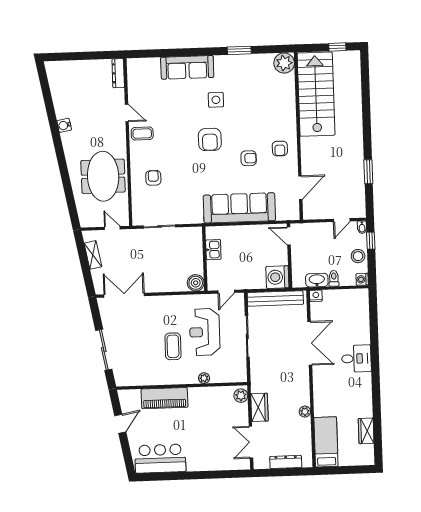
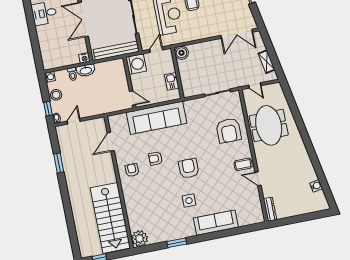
water cooler: (64, 125) -> (316, 186), moved
armchair: (153, 178) -> (229, 131), width x1.88, depth x1.88
door: (289, 236) -> (132, 98), moved
wall: (289, 256) -> (129, 83), moved
washing machine: (277, 277) -> (136, 64), moved

